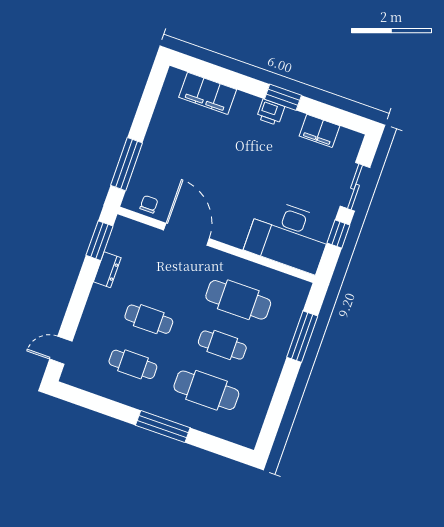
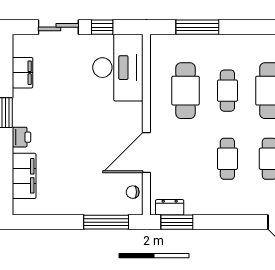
printer: (271, 112) -> (21, 137), moved
dresser: (107, 270) -> (170, 207), moved

